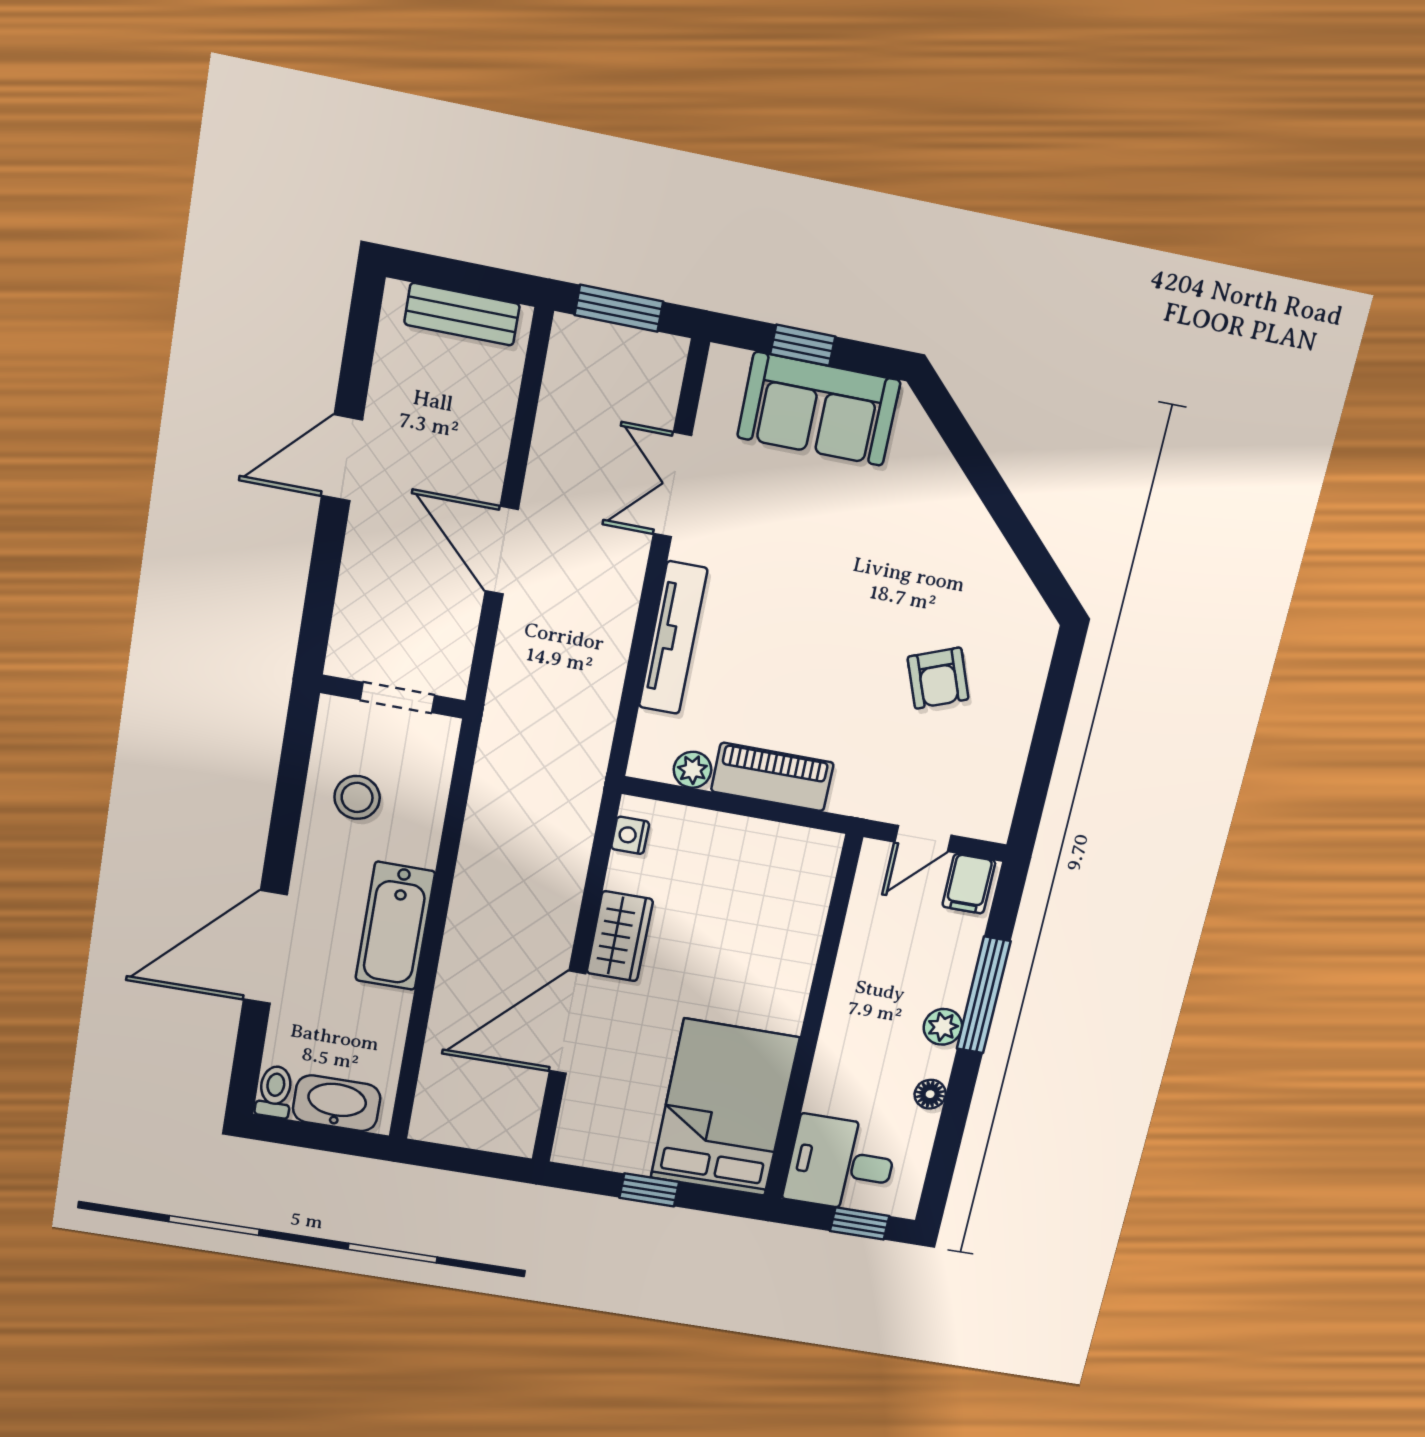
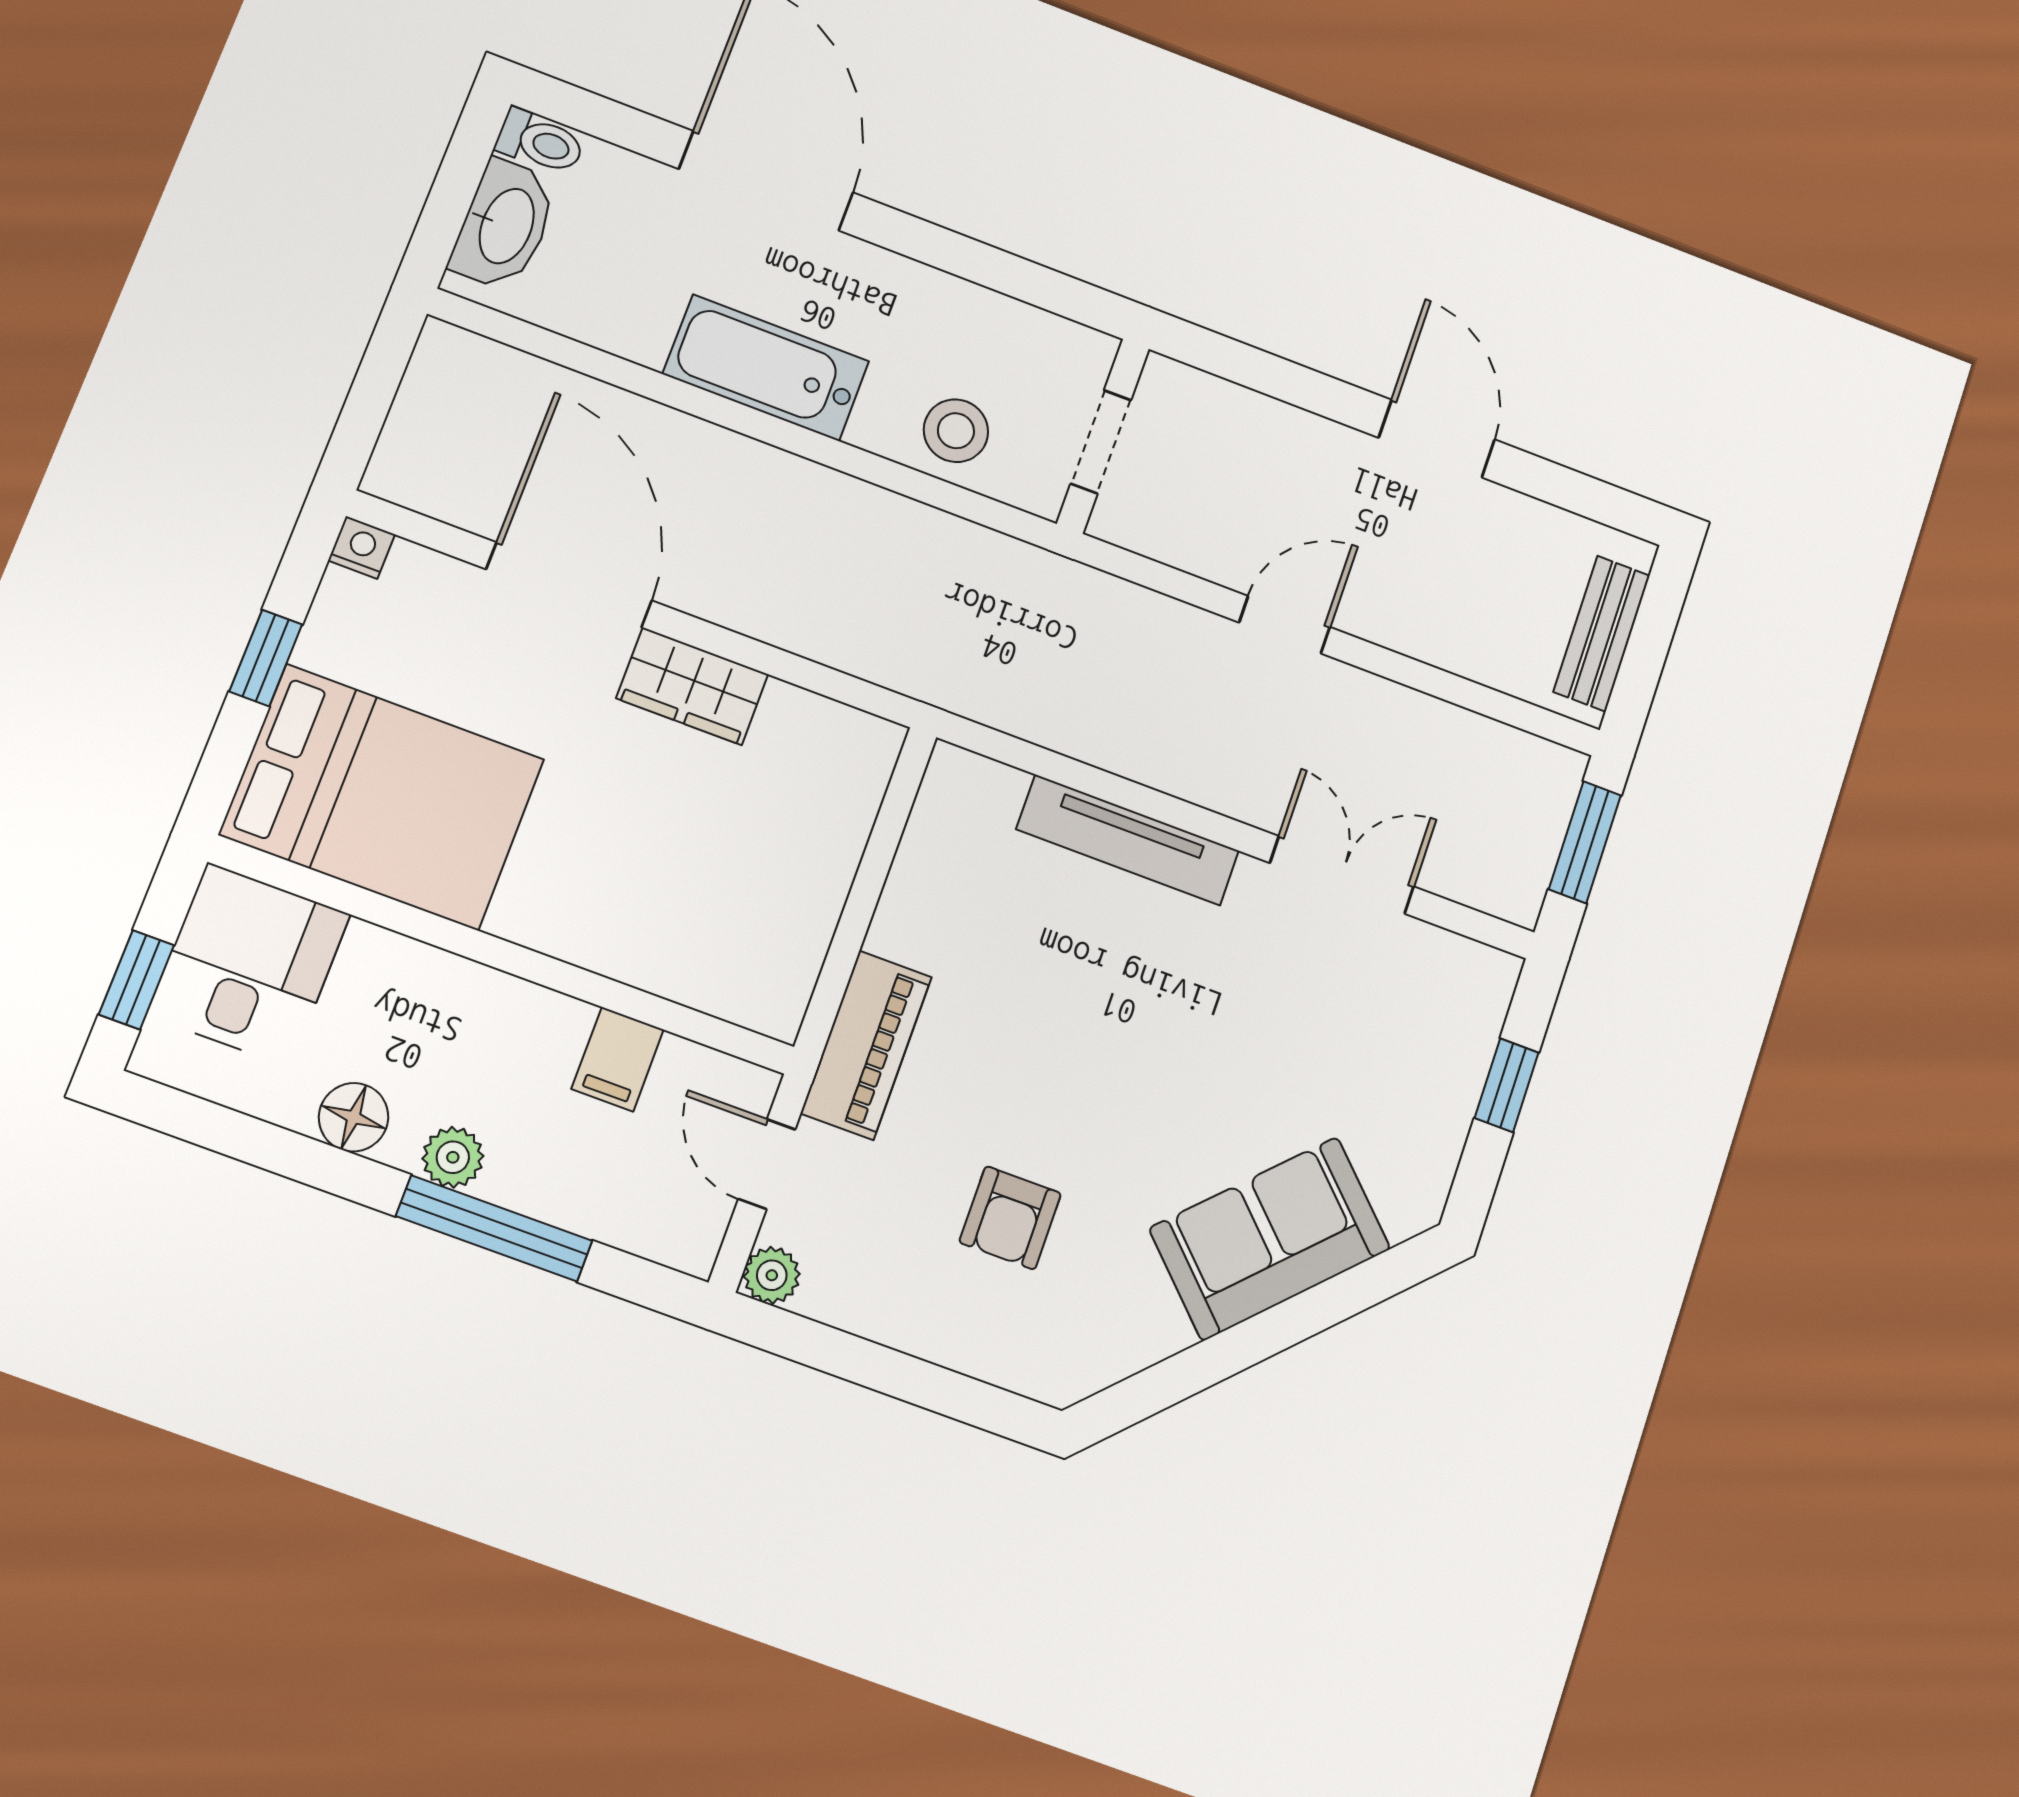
sofa: (819, 409) -> (1270, 1239), moved, turned 45
door: (502, 550) -> (1285, 625), width x0.73
armchair: (938, 678) -> (1010, 1218), turned -69
plant: (692, 770) -> (772, 1275), moved
piano: (772, 777) -> (866, 1045), moved
stool: (357, 797) -> (956, 431), moved
nightstand: (630, 835) -> (362, 547), moved
filing cabinet: (969, 884) -> (618, 1059), moved, turned -90
floor lamp: (930, 1094) -> (354, 1117), width x1.37, depth x1.37

